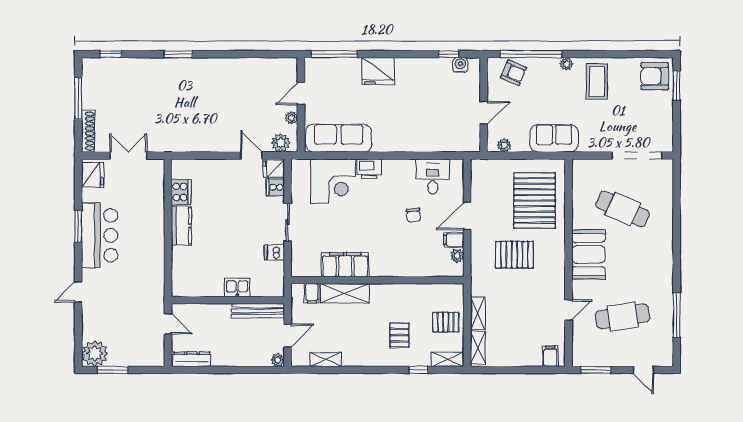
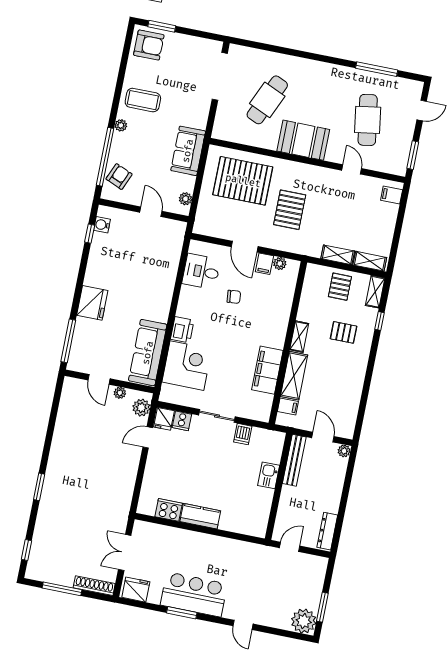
armchair: (655, 76) -> (149, 45), turned -90
shelving: (326, 360) -> (299, 337), moved

